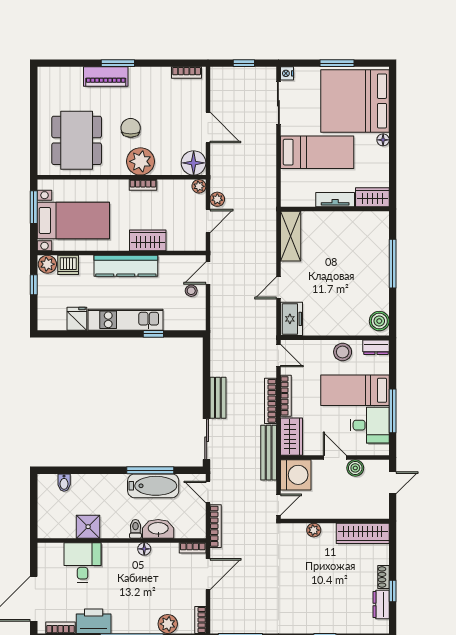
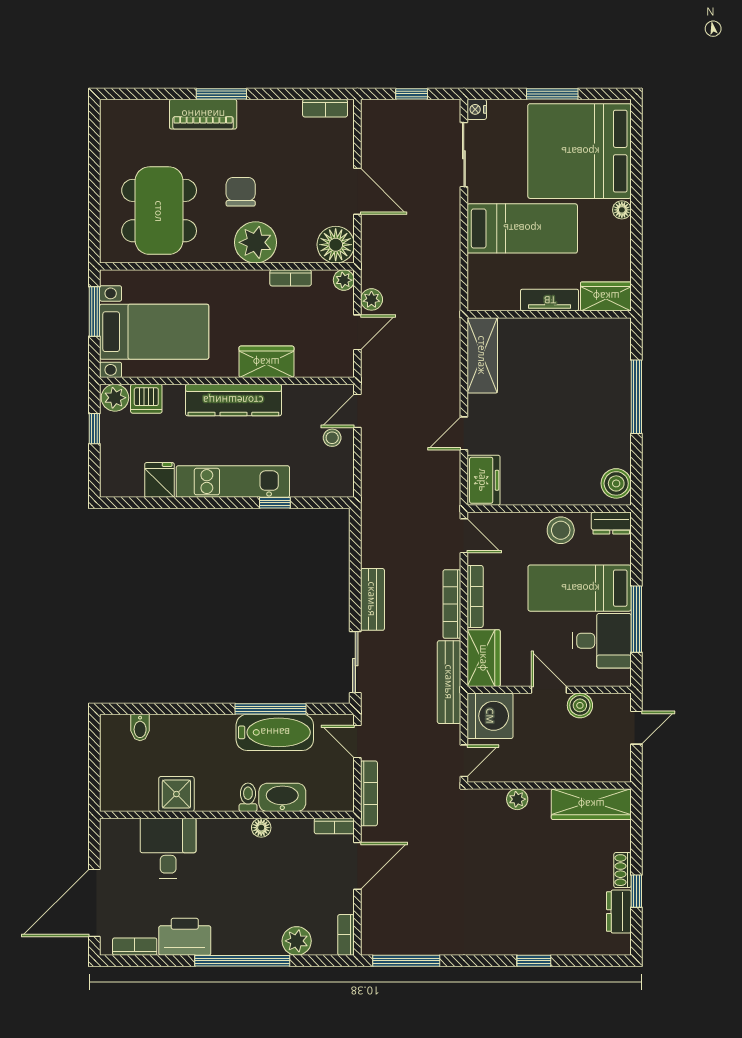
bookcase: (143, 185) -> (291, 278), moved

